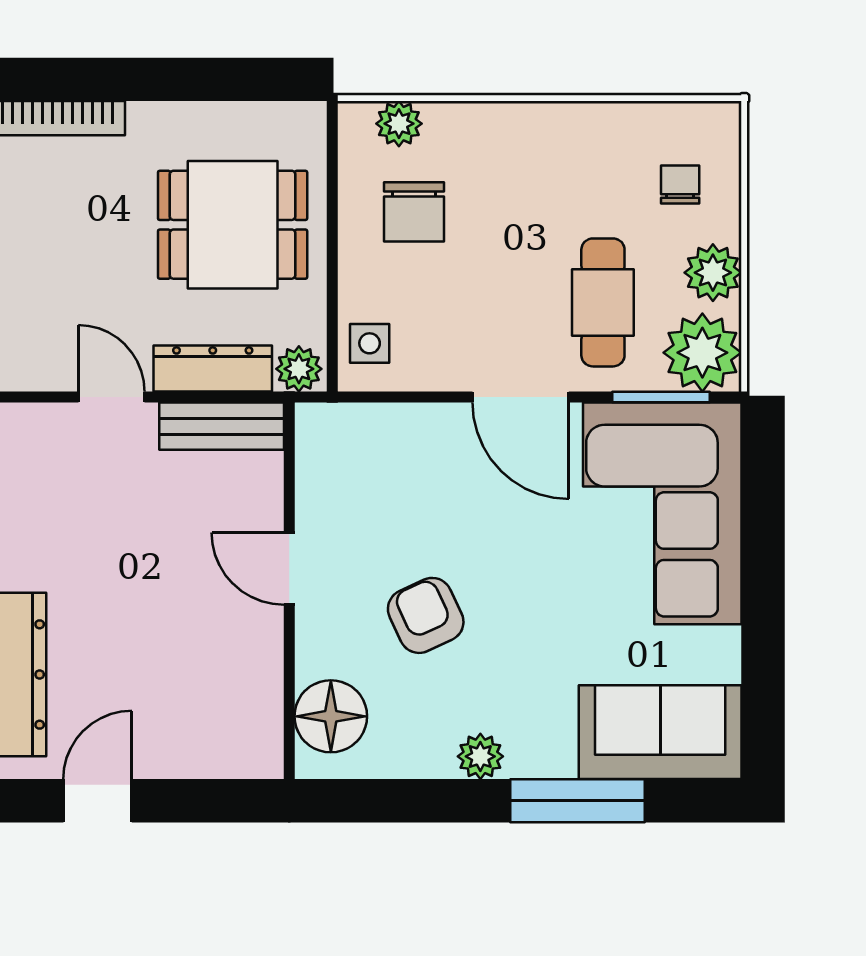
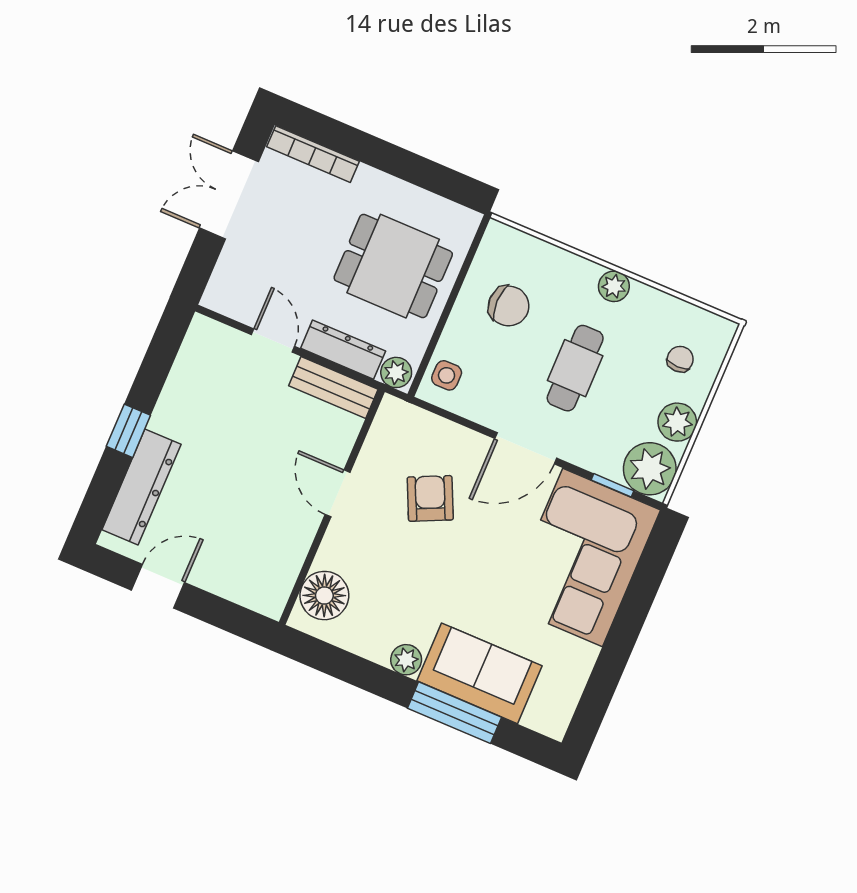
plant: (399, 124) -> (614, 286), moved
chair: (414, 212) -> (509, 306), turned -90
cafe table: (603, 302) -> (575, 368), moved
door: (521, 397) -> (526, 448), hinge flipped
window: (661, 397) -> (613, 485), width x0.67
armchair: (426, 615) -> (430, 498), moved
sofa: (660, 732) -> (479, 673), moved

